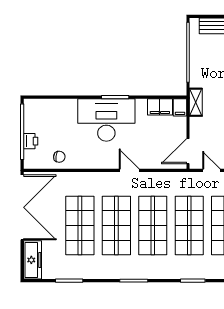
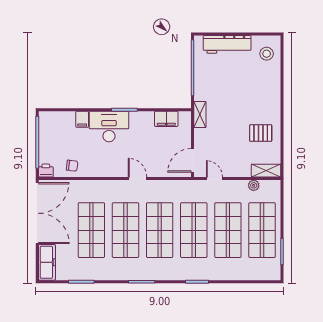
filing cabinet: (180, 107) -> (82, 119), moved
desk: (106, 120) -> (109, 127), width x0.73, depth x0.77
printer: (31, 141) -> (46, 171), moved, turned -90

